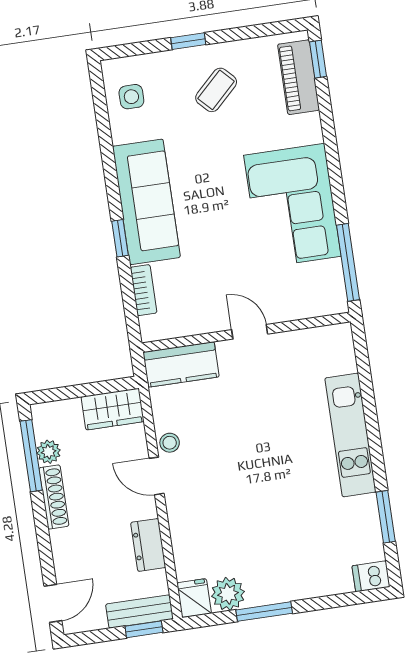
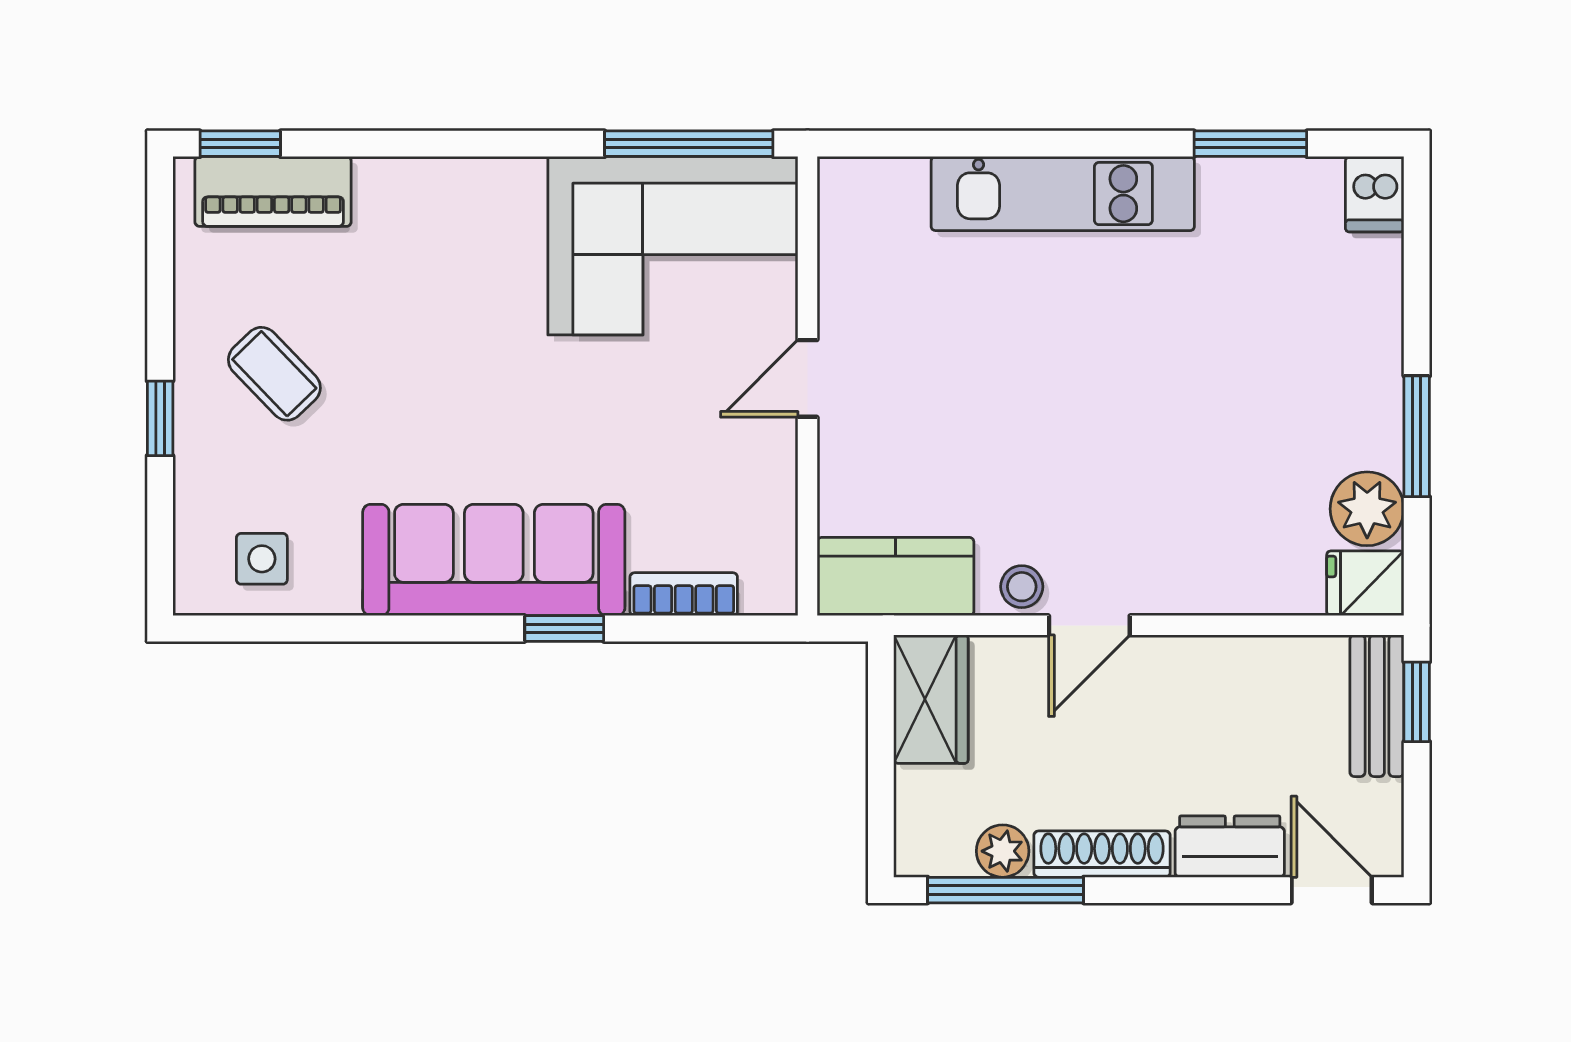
corner sofa: (292, 206) -> (673, 246), moved
kitchen counter: (181, 364) -> (895, 577), moved, turned -90
dresser: (148, 545) -> (1230, 847), moved, turned 180

